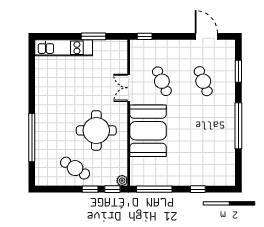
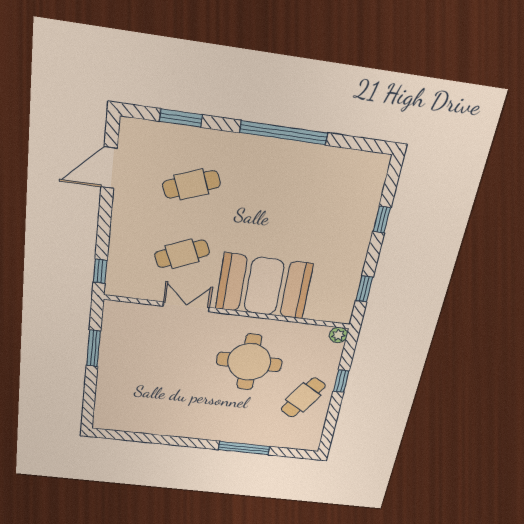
kitchen unit: (64, 48) -> (108, 392), removed
double door: (129, 88) -> (186, 307), swing flipped
window: (32, 138) -> (244, 448), width x0.68
window: (112, 189) -> (349, 350), removed
window: (154, 189) -> (364, 289), width x0.46

